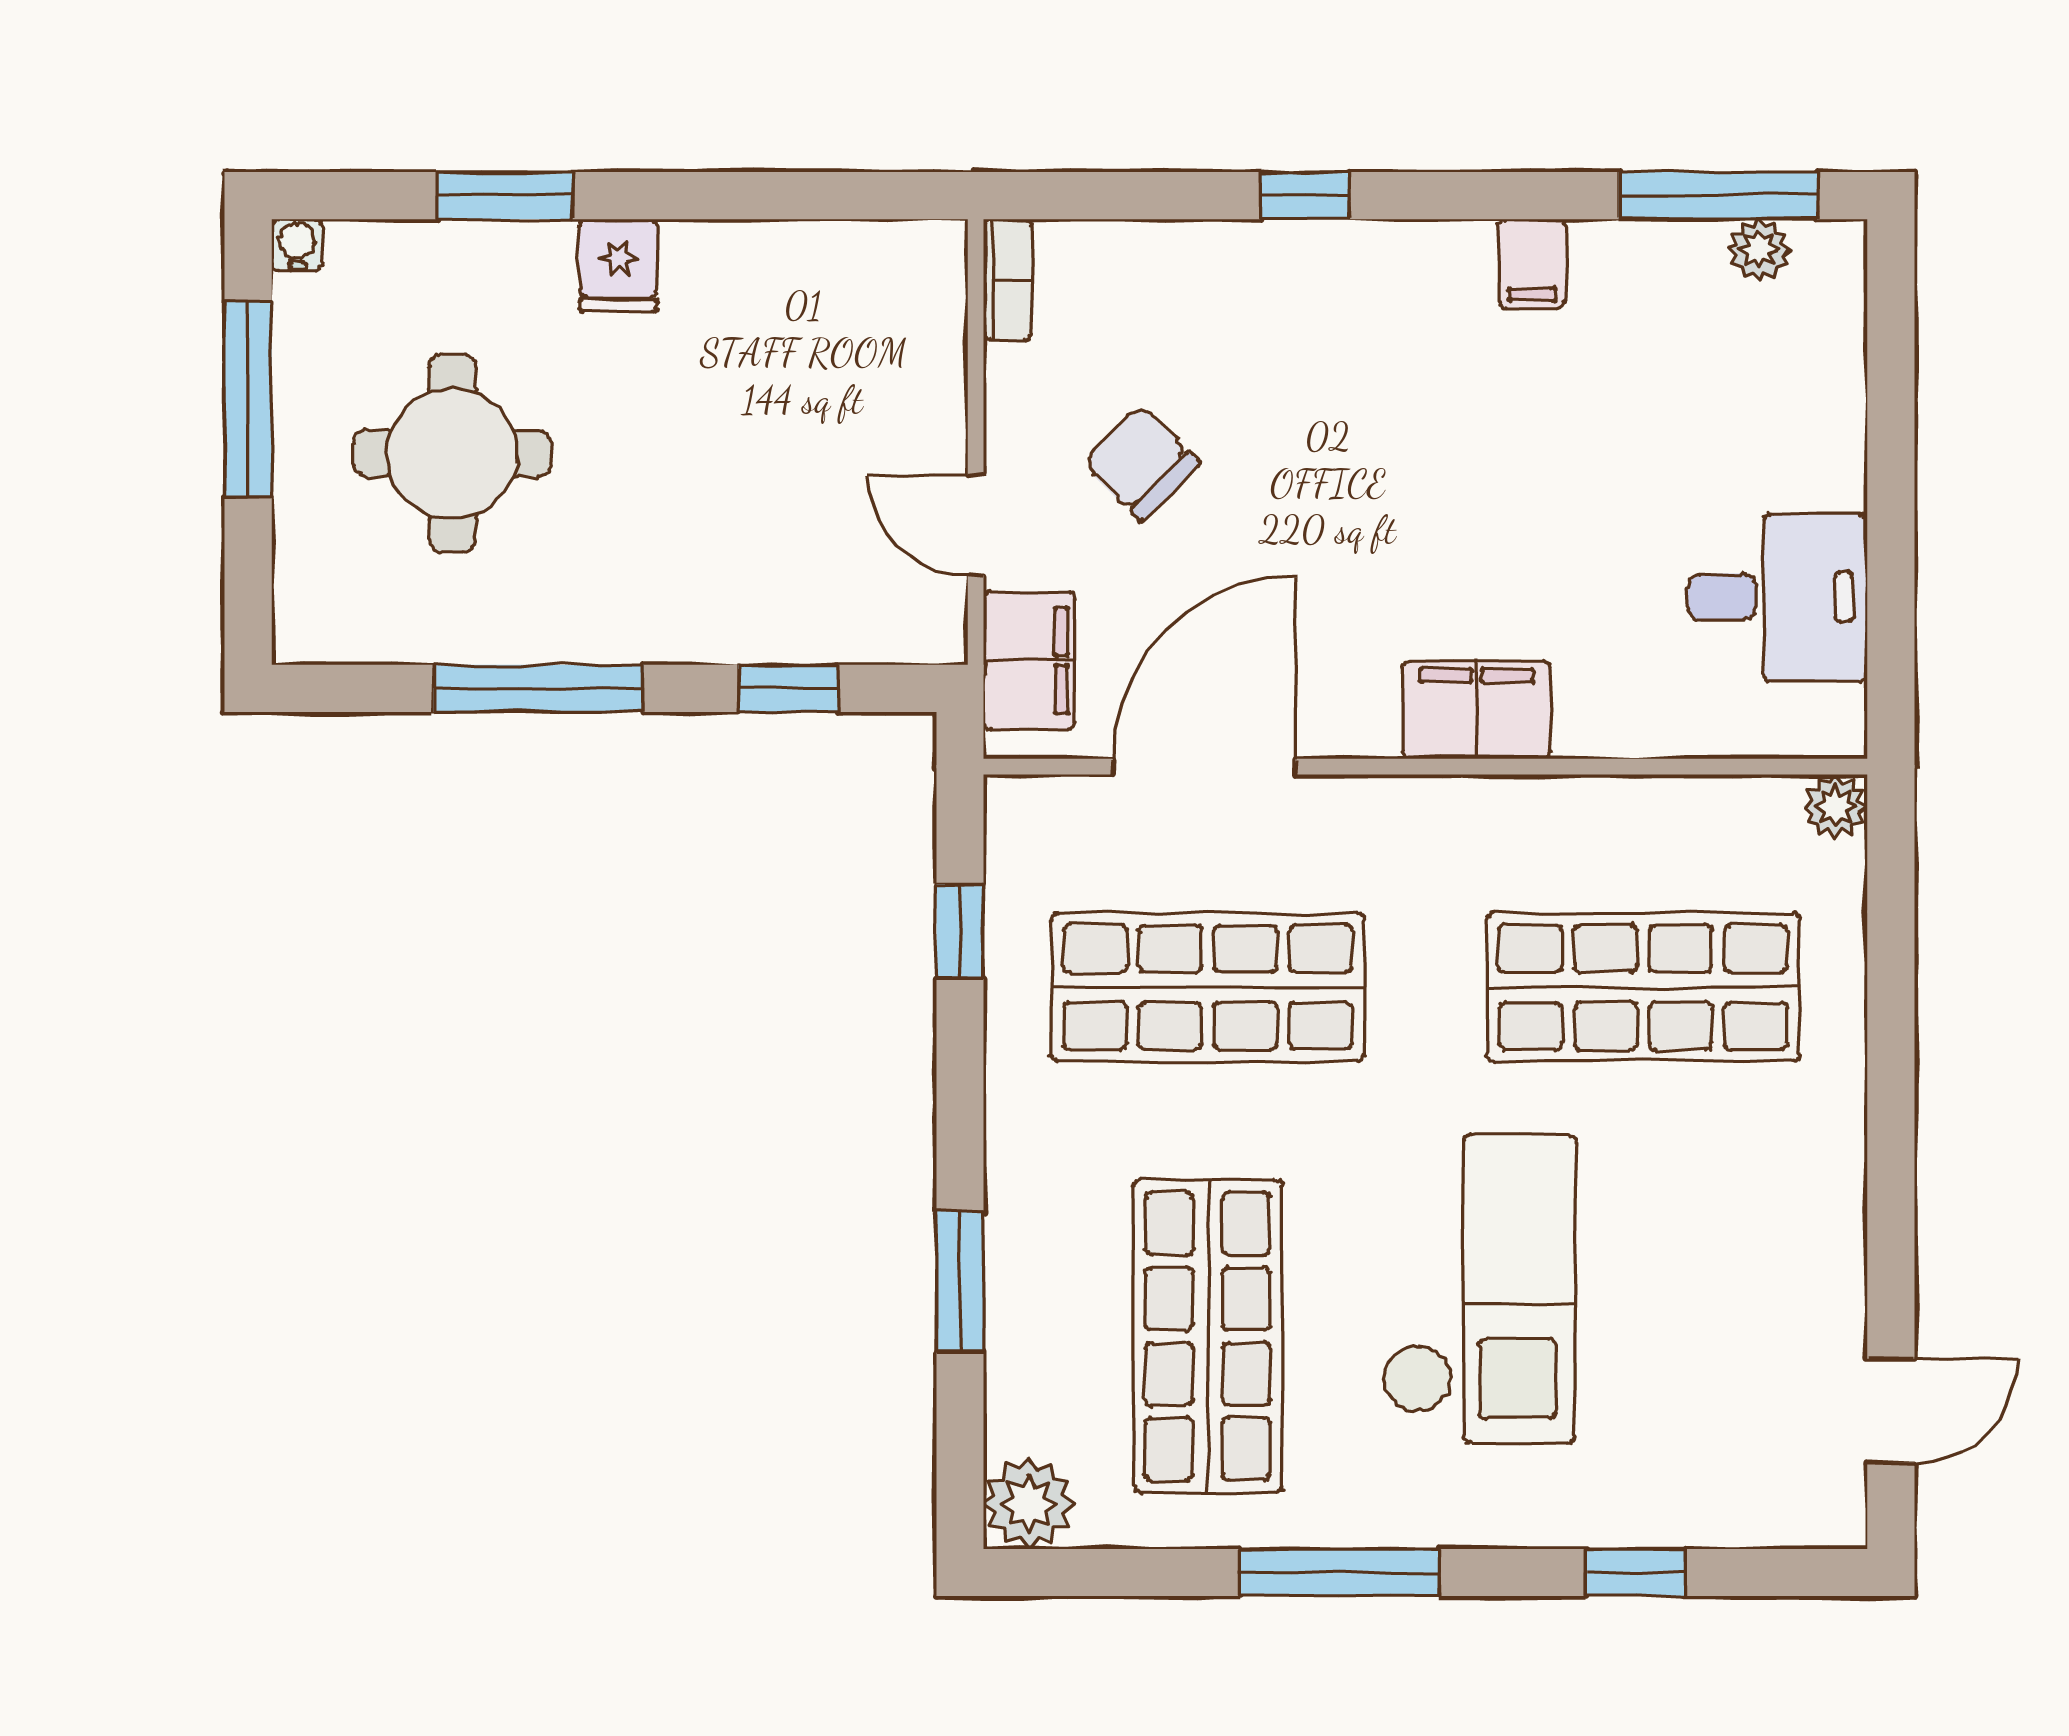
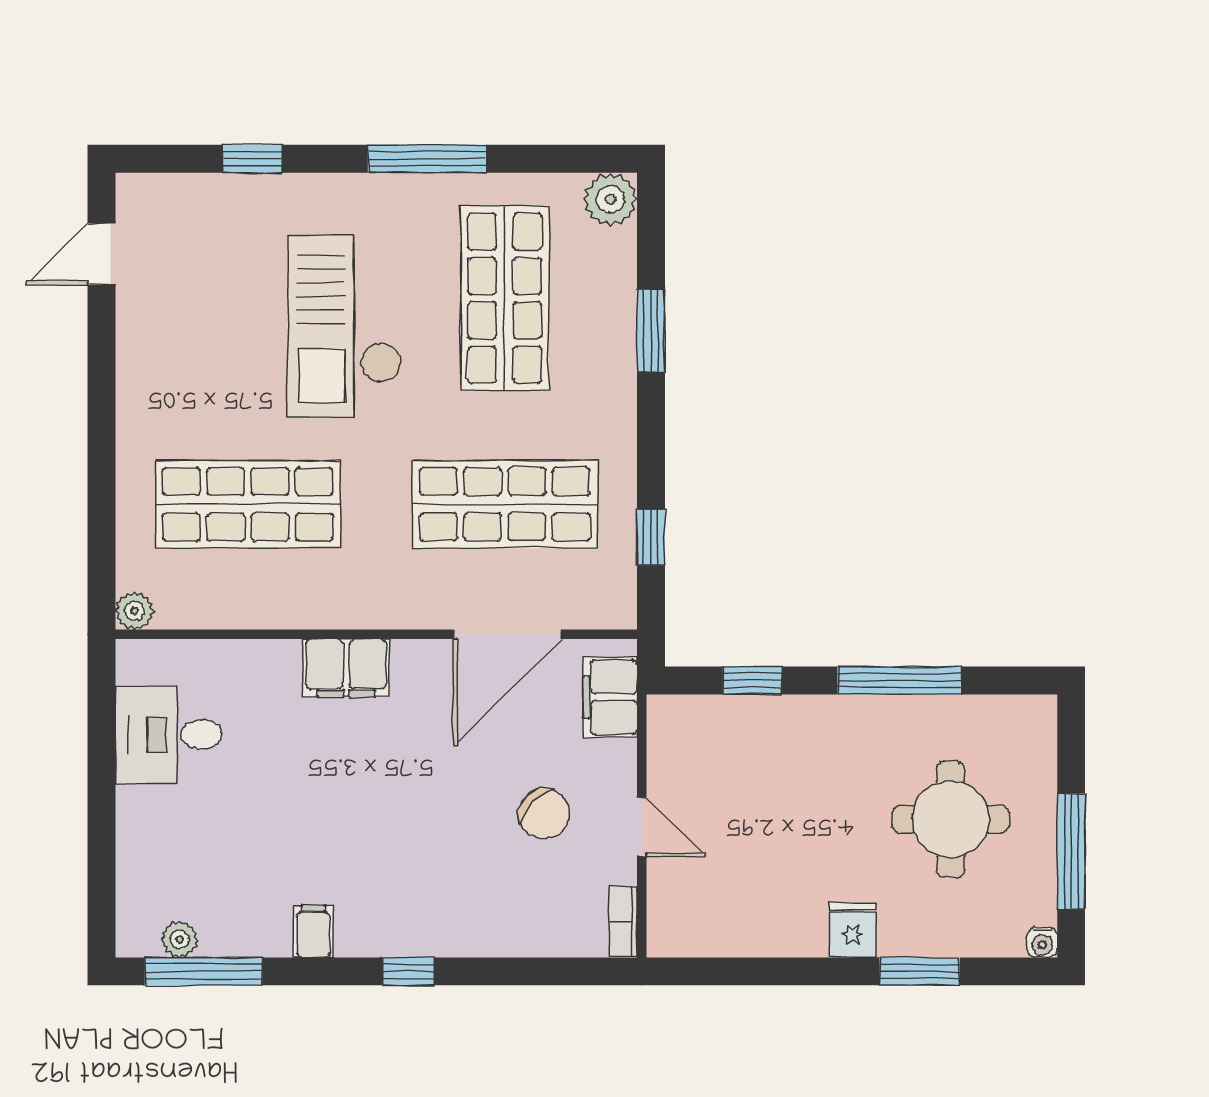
window: (1305, 196) -> (408, 971), moved
door: (976, 525) -> (642, 827), moved

